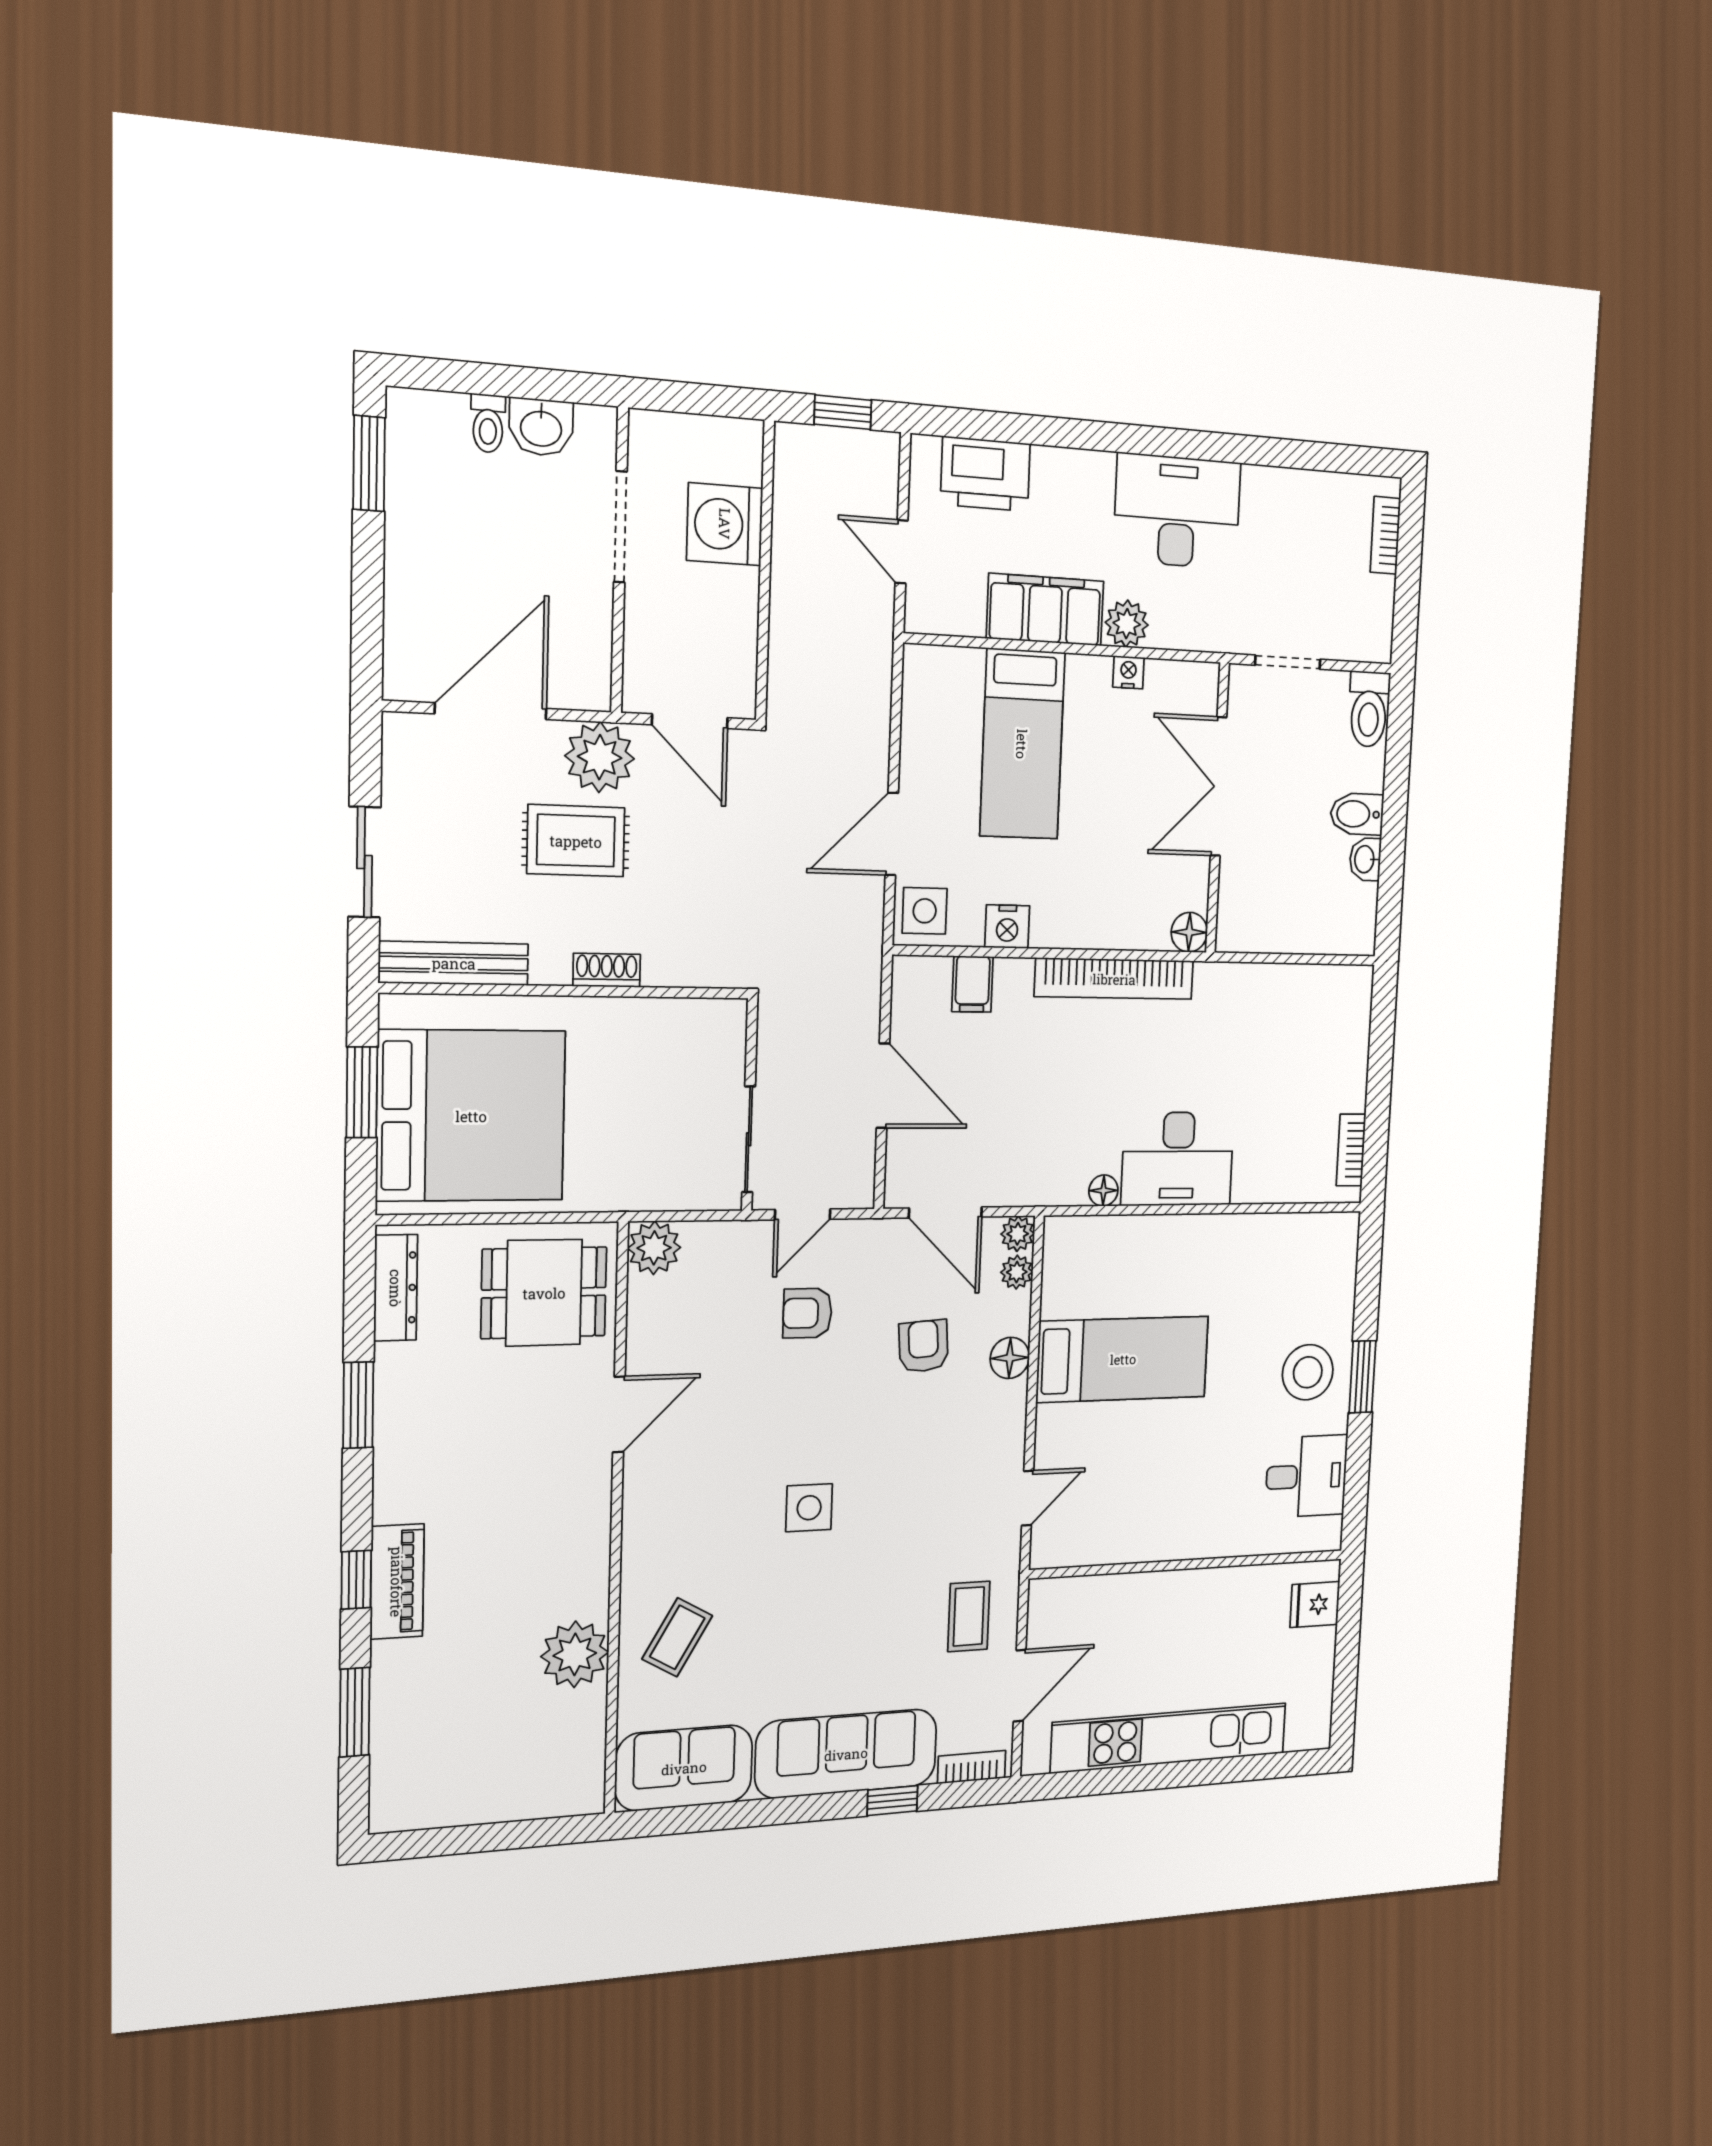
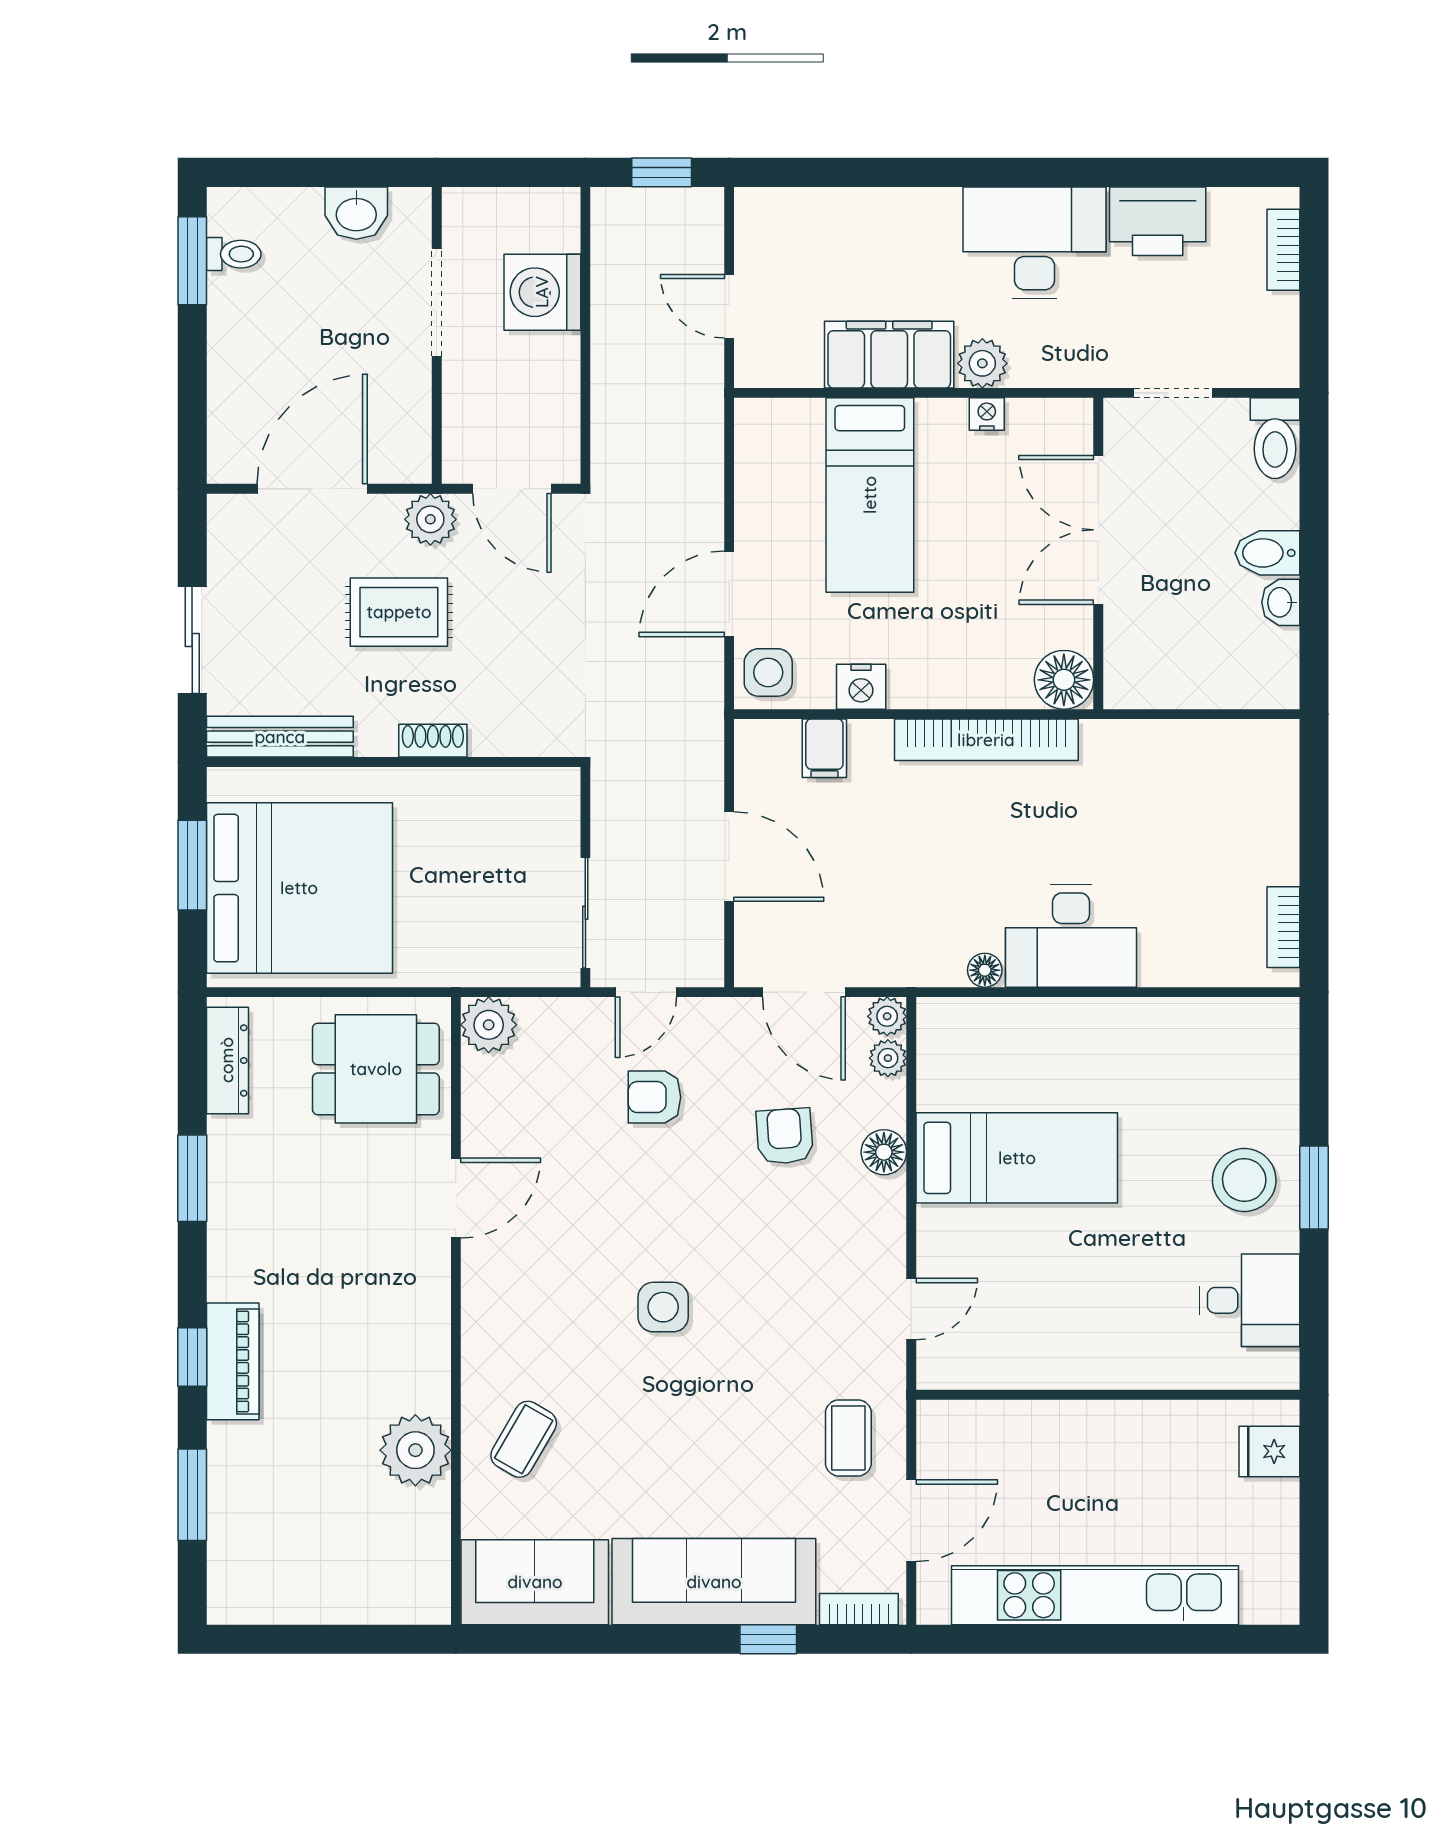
toilet: (488, 423) -> (234, 254), moved, turned -90
printer: (985, 474) -> (1158, 221), moved
plant: (600, 757) -> (430, 519), width x0.73, depth x0.73
floor lamp: (1189, 932) -> (1064, 680), width x1.38, depth x1.38

